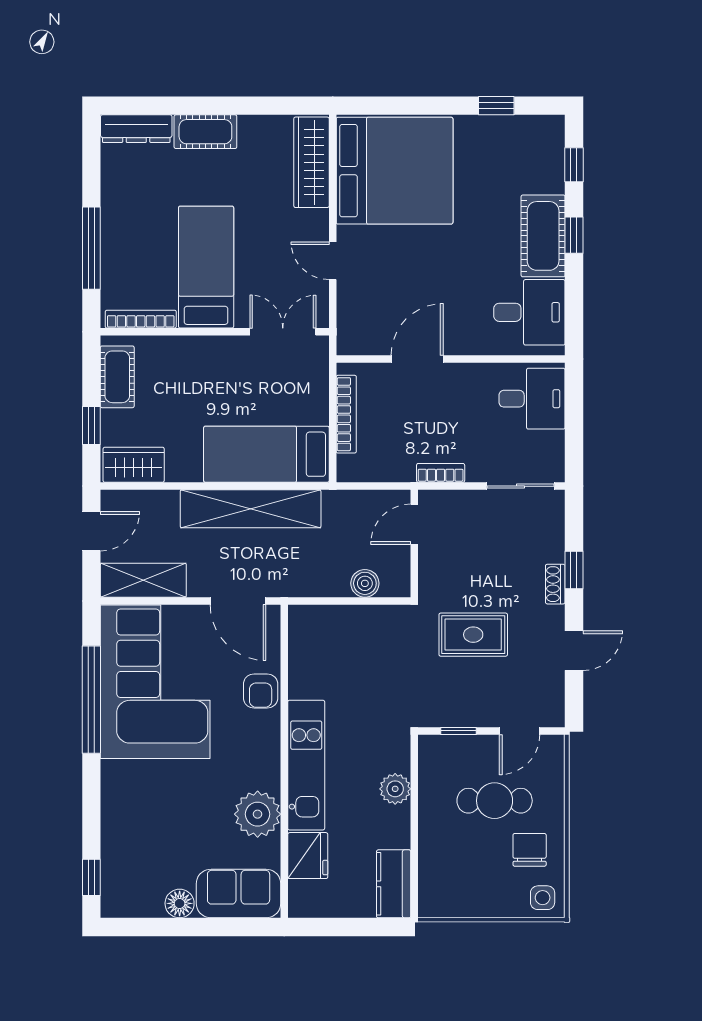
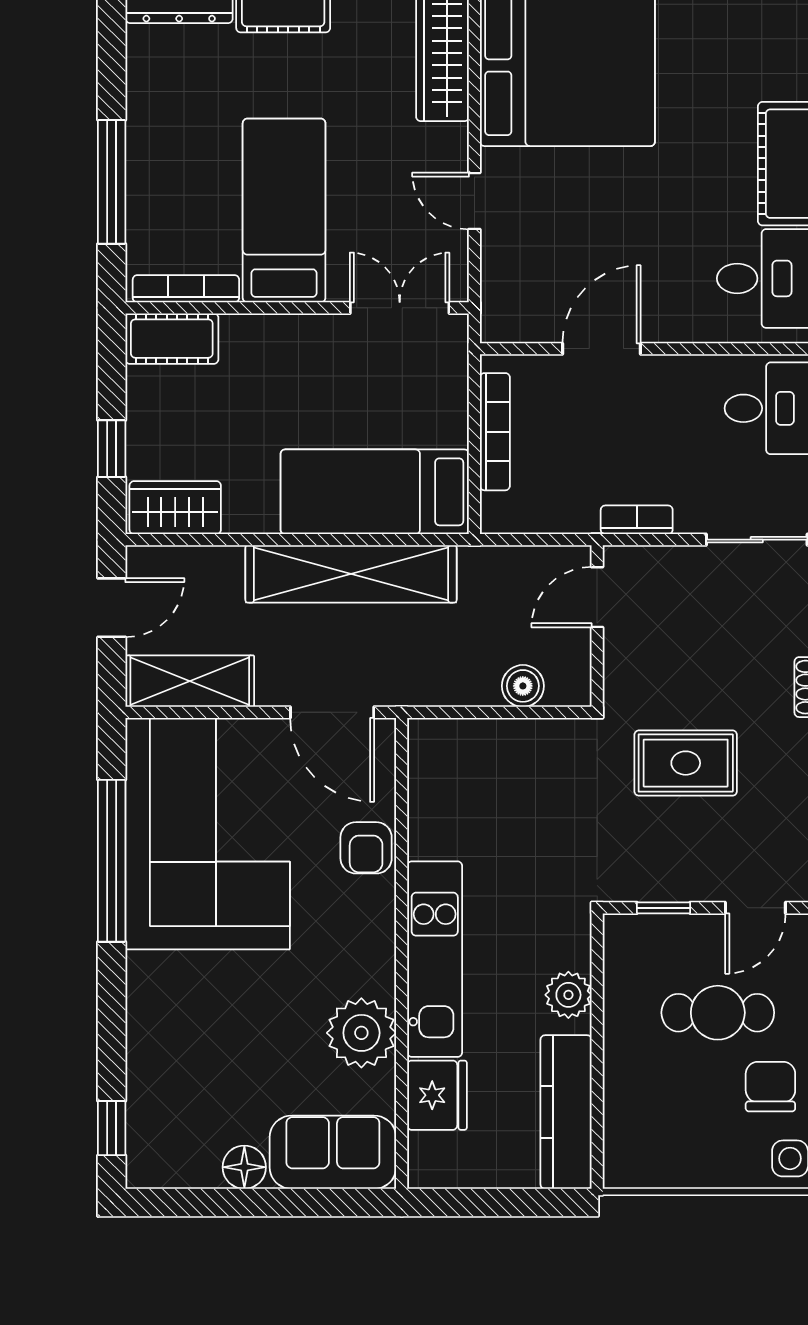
cot: (117, 377) -> (172, 339), moved, turned 90
kitchen counter: (394, 884) -> (566, 1112), width x1.50

